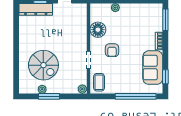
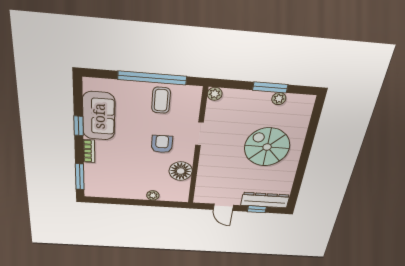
spiral stairs: (43, 65) -> (267, 147), moved
window: (165, 77) -> (79, 126), moved
coffee table: (99, 82) -> (161, 100), moved
window: (136, 96) -> (152, 78), moved

